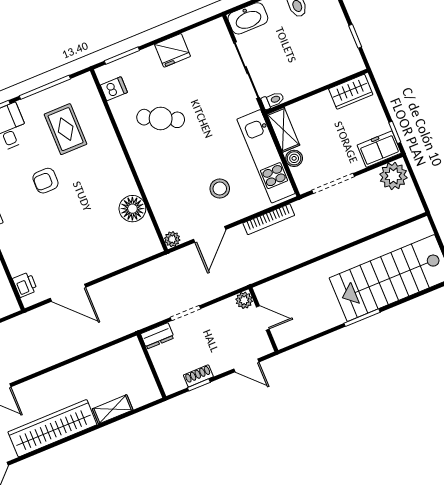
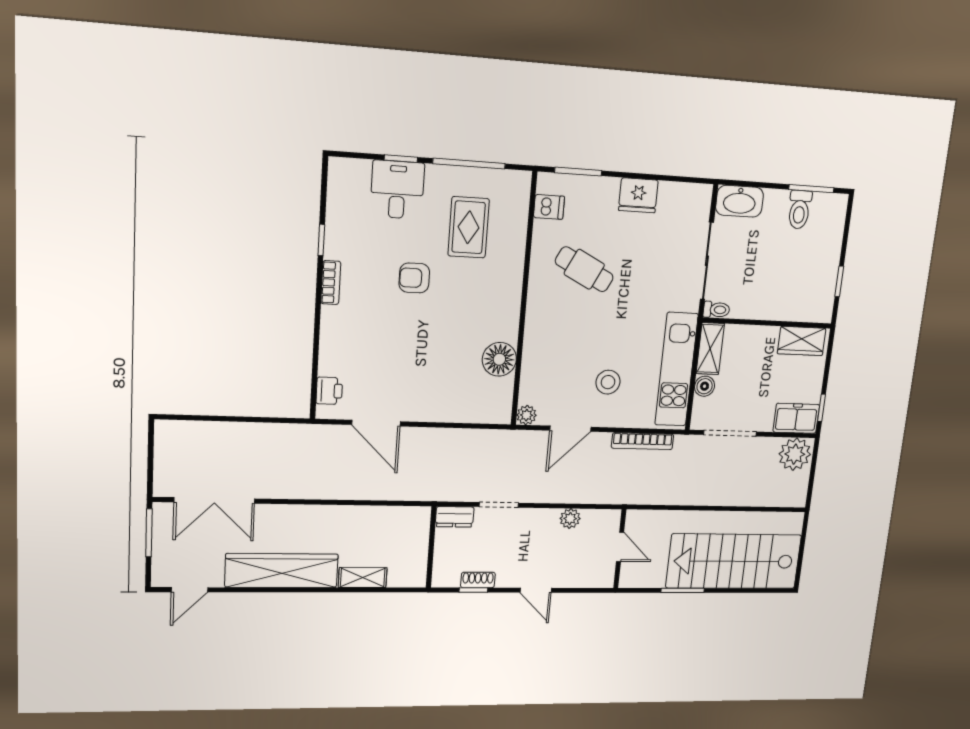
door: (263, 318) -> (620, 547), moved
wall: (263, 320) -> (620, 549), moved

